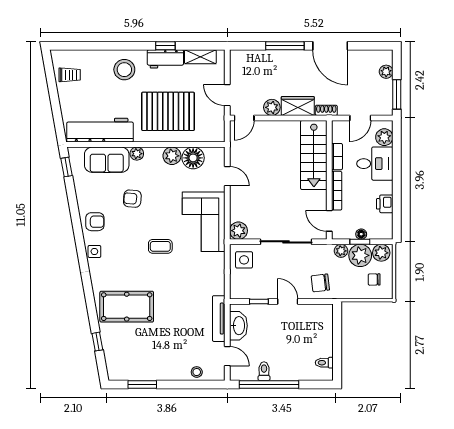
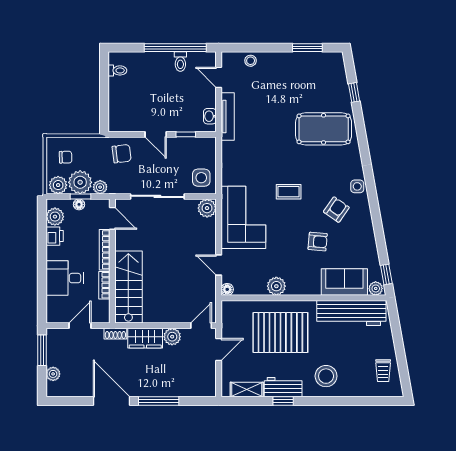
trolley: (70, 75) -> (383, 371), turned -90
door: (227, 95) -> (219, 350), hinge flipped
plant: (384, 137) -> (55, 217), moved
plant: (137, 154) -> (376, 288), moved
floor lamp: (193, 158) -> (227, 289), moved, width x0.53, depth x0.53
armchair: (95, 222) -> (336, 210), moved, turned 125
washbasin: (238, 326) -> (210, 116), width x0.52, depth x0.69

